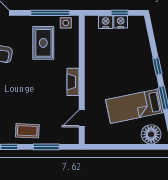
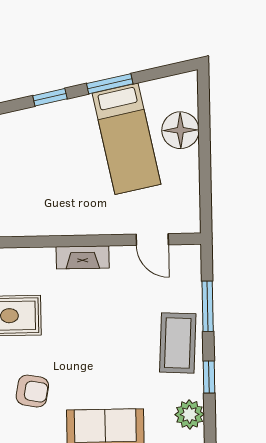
coffee table: (27, 131) -> (178, 343), width x1.36, depth x1.30
floor lamp: (151, 134) -> (180, 130), moved

